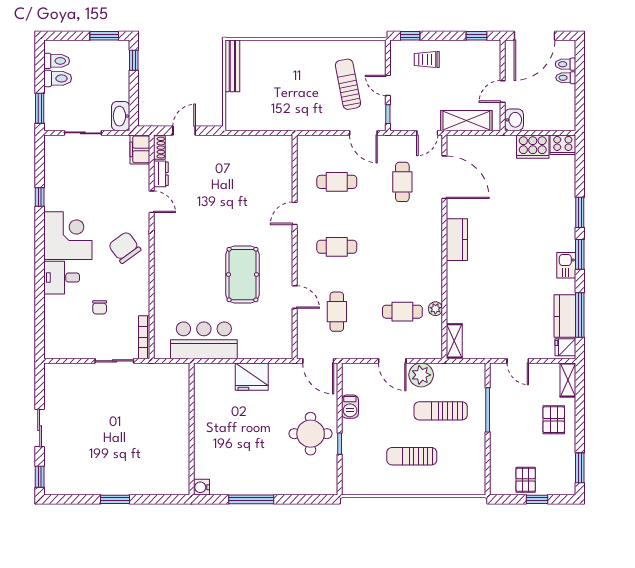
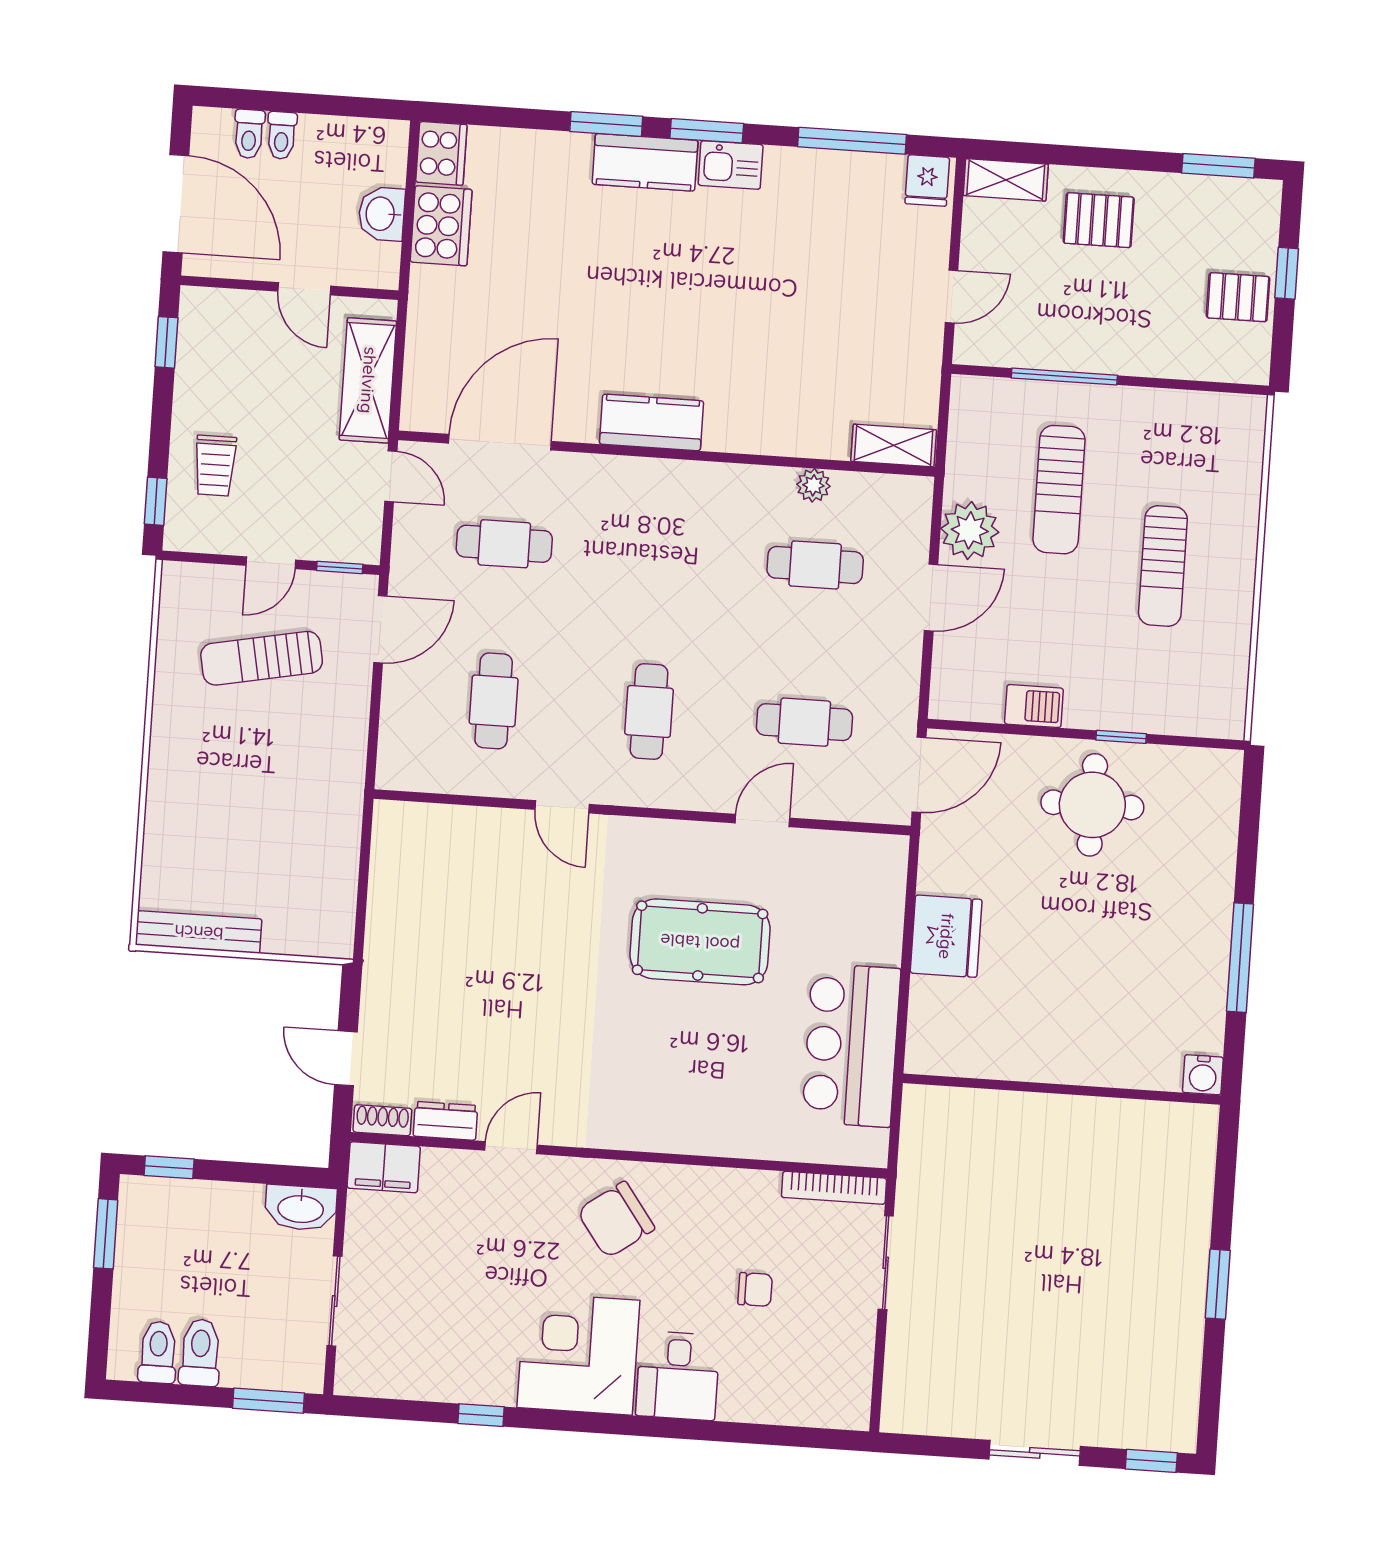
washbasin: (514, 120) -> (382, 214), moved, turned -90
cafe table: (402, 312) -> (815, 565), turned 90
kitchen counter: (565, 316) -> (645, 162), moved

